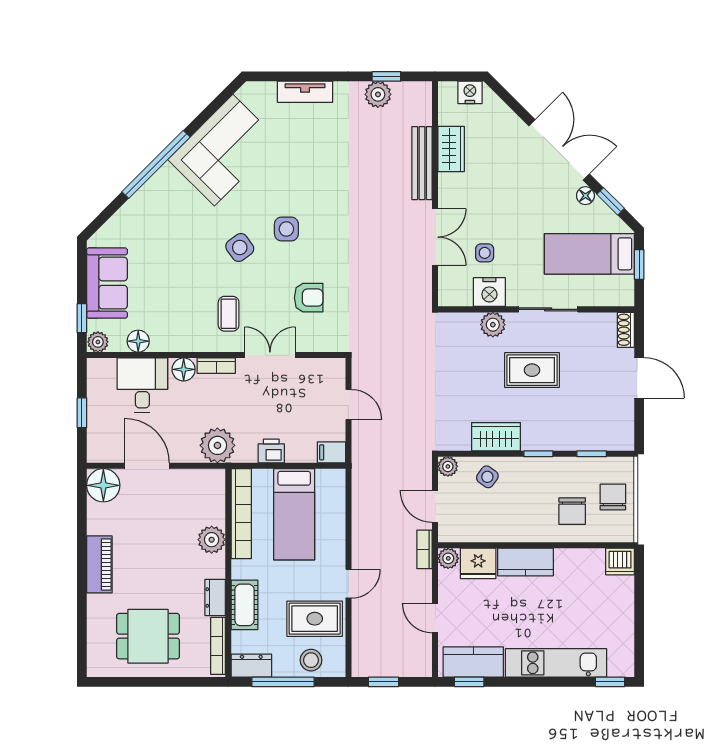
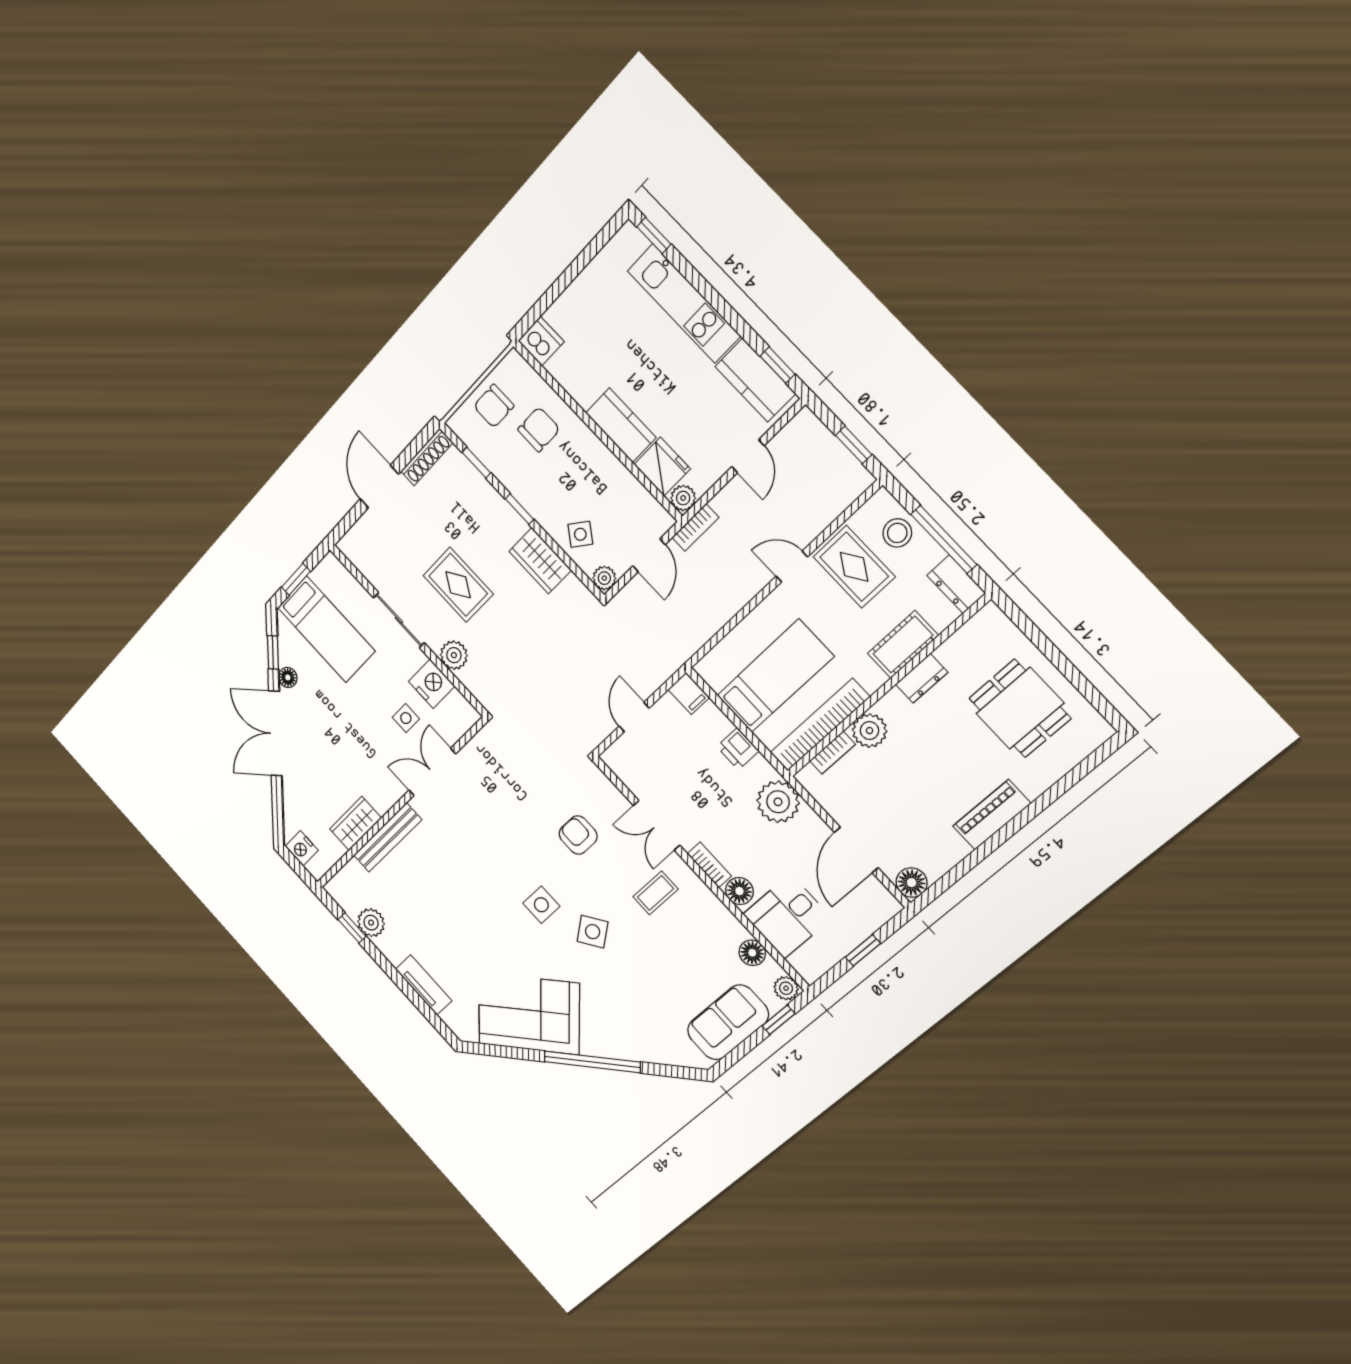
shoe rack: (626, 330) -> (427, 457), moved, width x1.43
floor lamp: (103, 485) -> (912, 883), width x0.73, depth x0.73
bookcase: (218, 646) -> (832, 753), moved, width x0.64

